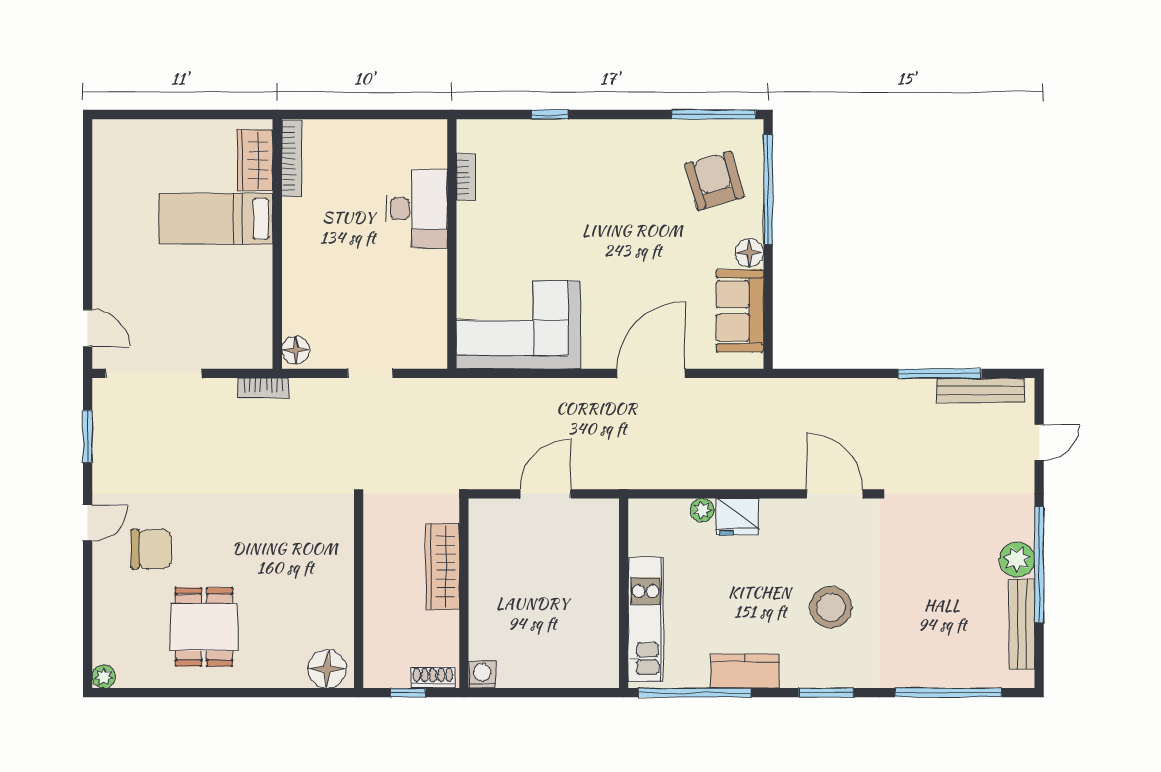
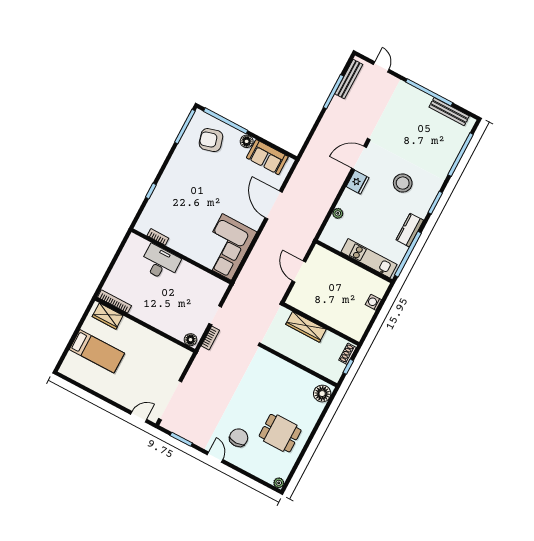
bed: (216, 219) -> (97, 351), moved, turned -90
bookcase: (263, 388) -> (210, 338), moved
fridge: (737, 517) -> (358, 182), moved
plant: (1017, 559) -> (423, 100), removed
washing machine: (482, 675) -> (373, 302), moved

